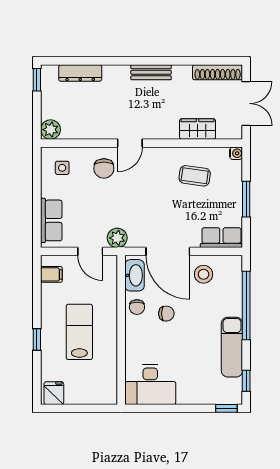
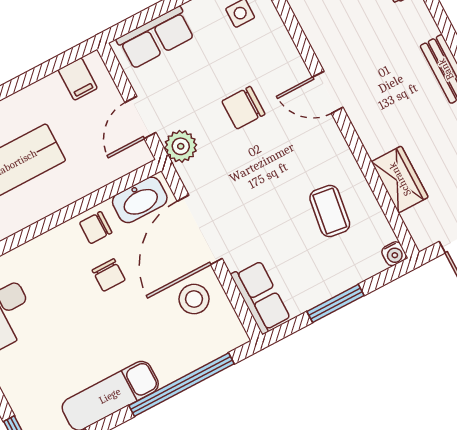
chair: (104, 168) -> (243, 108), moved

